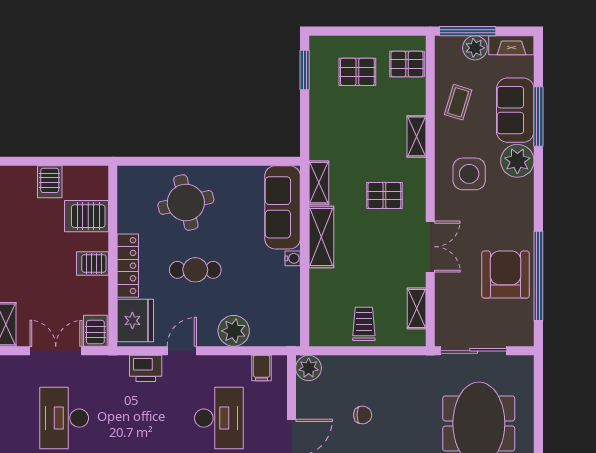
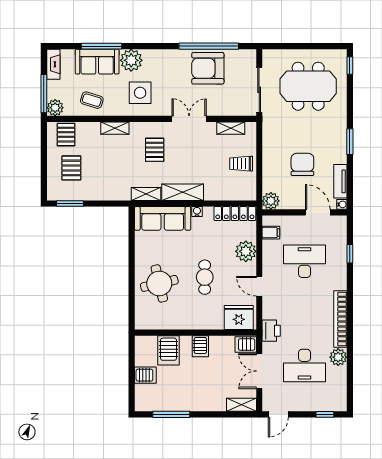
plant: (475, 48) -> (55, 108), moved
locker: (128, 266) -> (235, 214), moved, turned 180
printer: (146, 368) -> (271, 331), moved
chair: (363, 415) -> (302, 164), width x1.87, depth x1.87

